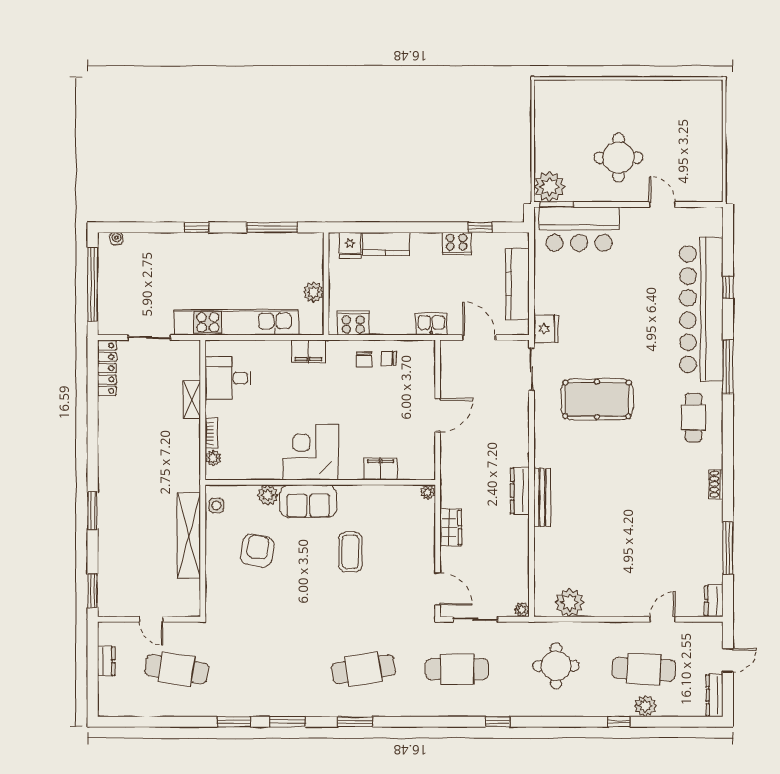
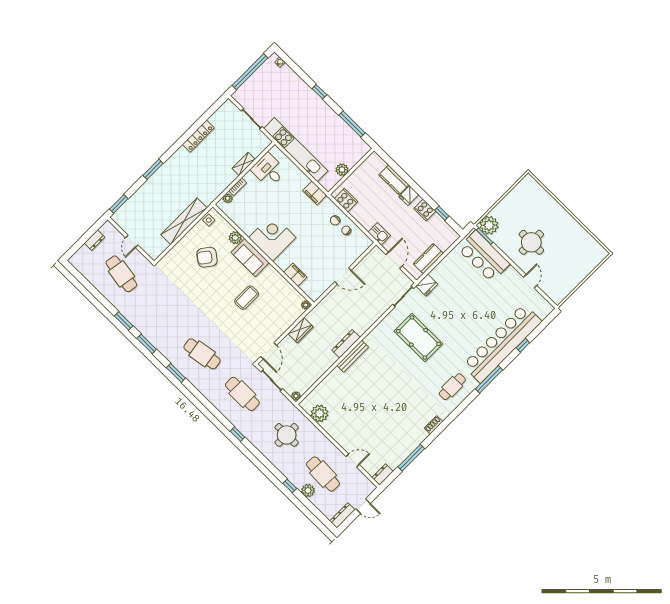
fridge: (350, 245) -> (409, 196), moved
kitchen counter: (517, 284) -> (428, 259), width x0.67
locker: (107, 368) -> (198, 136), moved
armchair: (257, 551) -> (207, 257), turned -152

